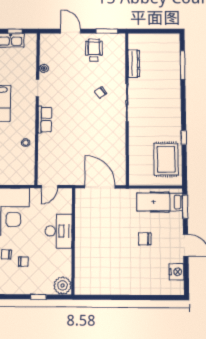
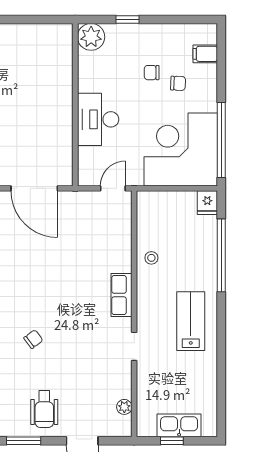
plant: (44, 68) -> (124, 407), moved

